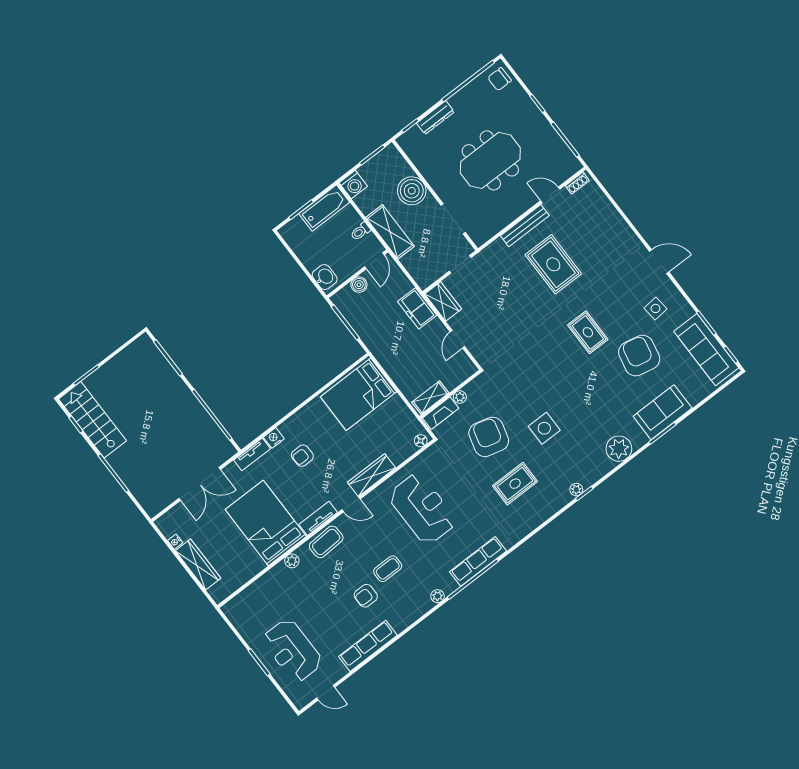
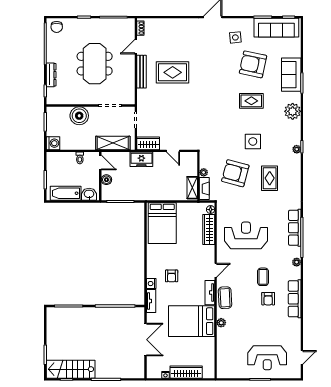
bathtub: (324, 208) -> (66, 193), moved, turned -90
shelving: (390, 232) -> (113, 143), moved
rug: (588, 332) -> (251, 101), moved
wardrobe: (372, 475) -> (209, 230), moved
row of seats: (368, 646) -> (295, 299), moved

